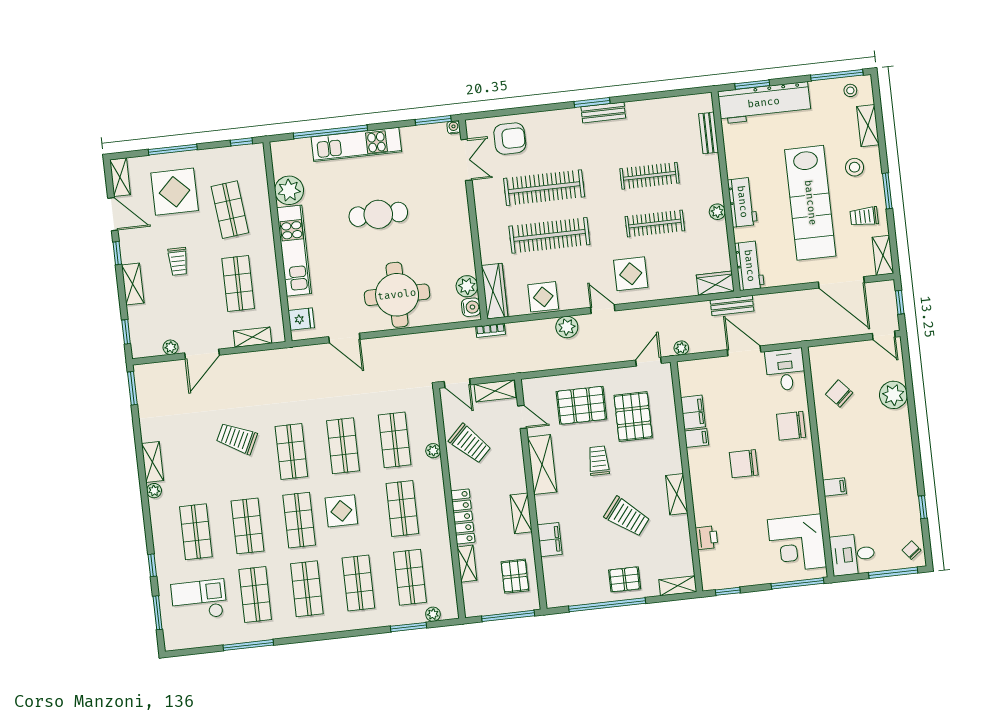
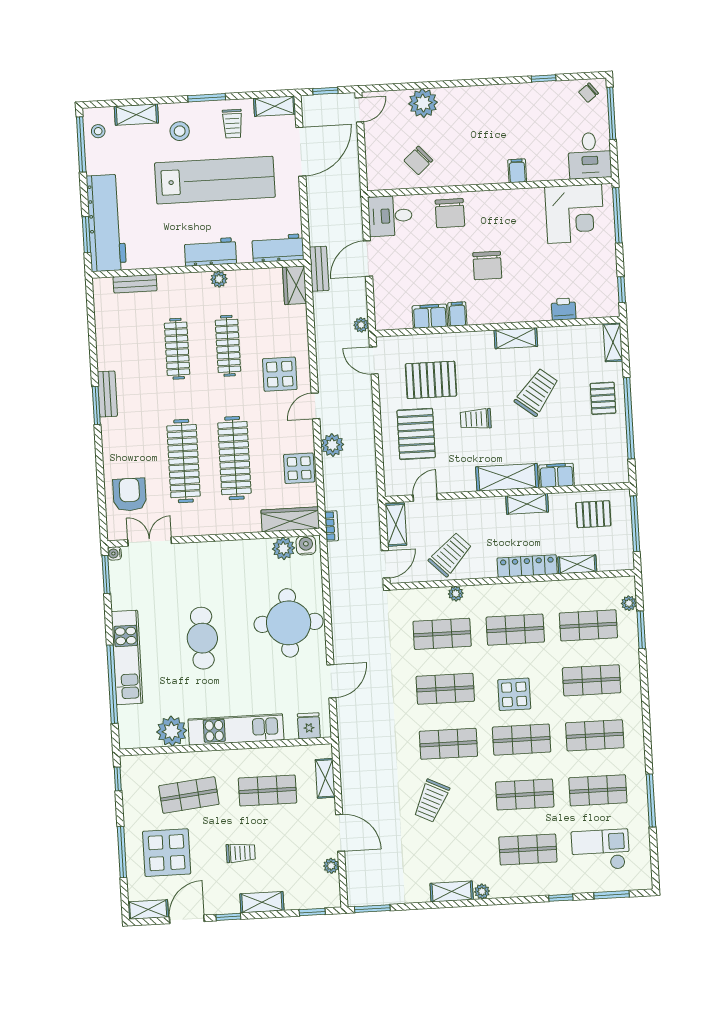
shelving: (542, 465) -> (507, 477), moved
checkout: (199, 600) -> (600, 850), turned 90

